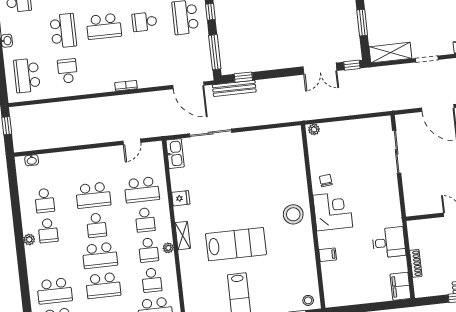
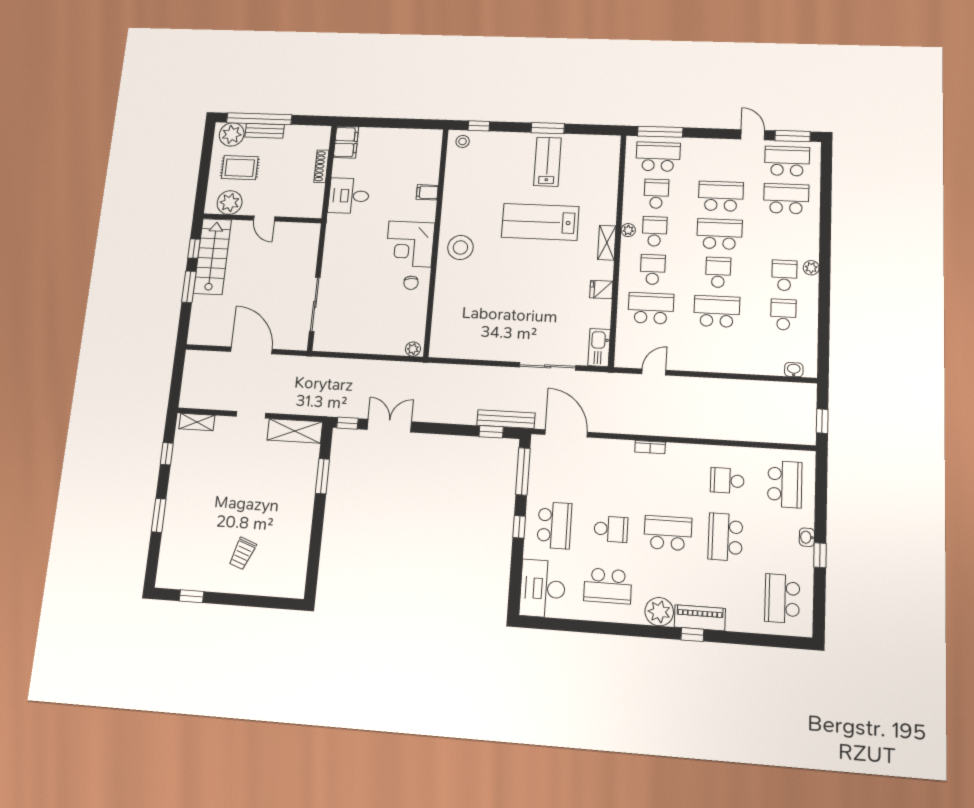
school desk: (68, 71) -> (727, 481), turned 90

